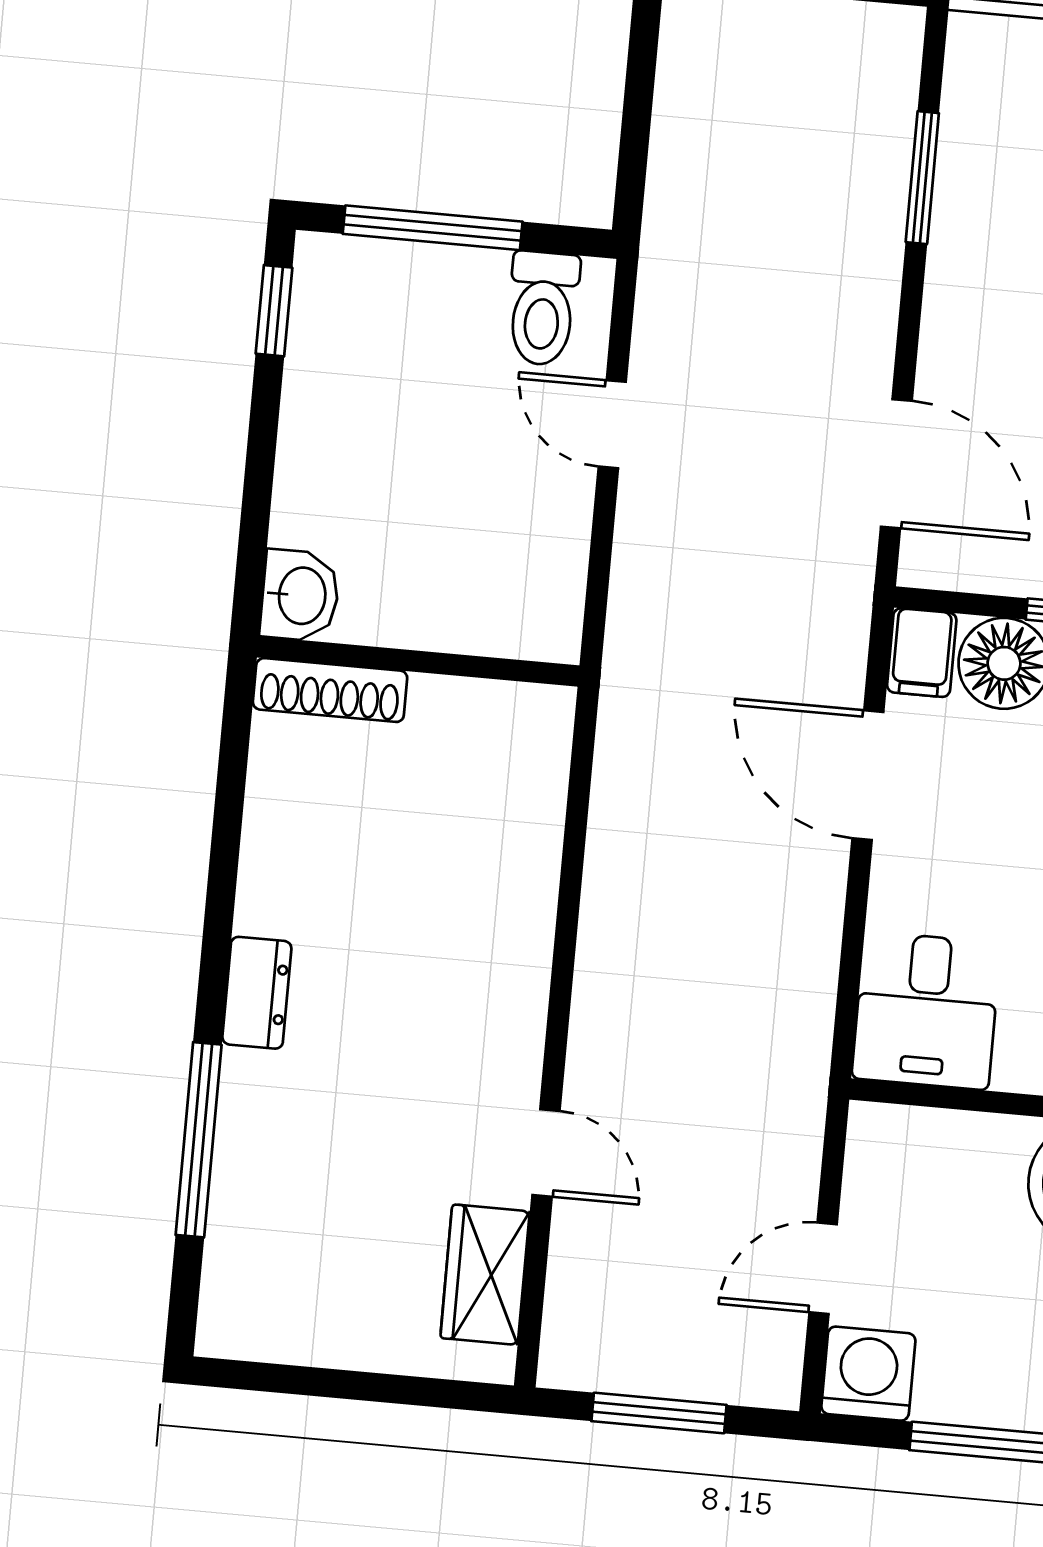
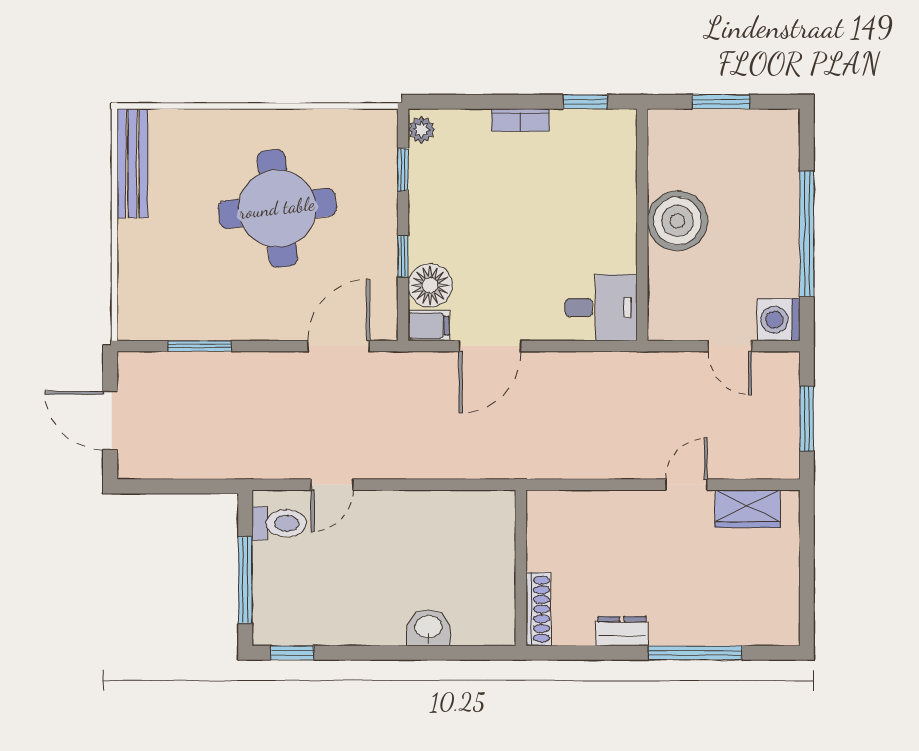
wall: (418, 661) -> (521, 568), moved
shoe rack: (330, 690) -> (539, 609), moved

